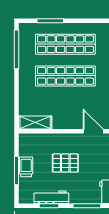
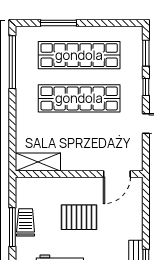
door: (93, 131) -> (117, 174), swing flipped

